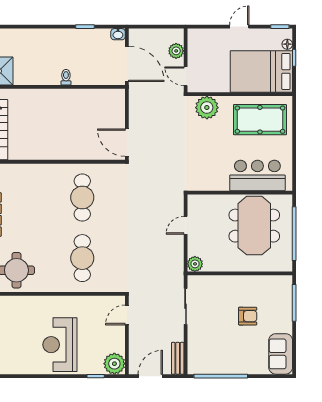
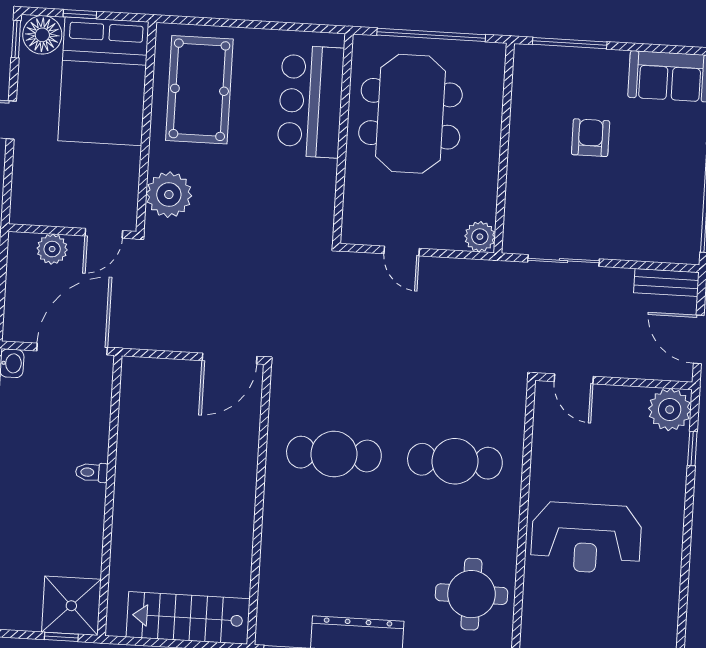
floor lamp: (287, 44) -> (42, 35), width x1.89, depth x1.89
meeting table: (254, 226) -> (410, 114), turned 90
reception desk: (60, 345) -> (586, 538), moved

